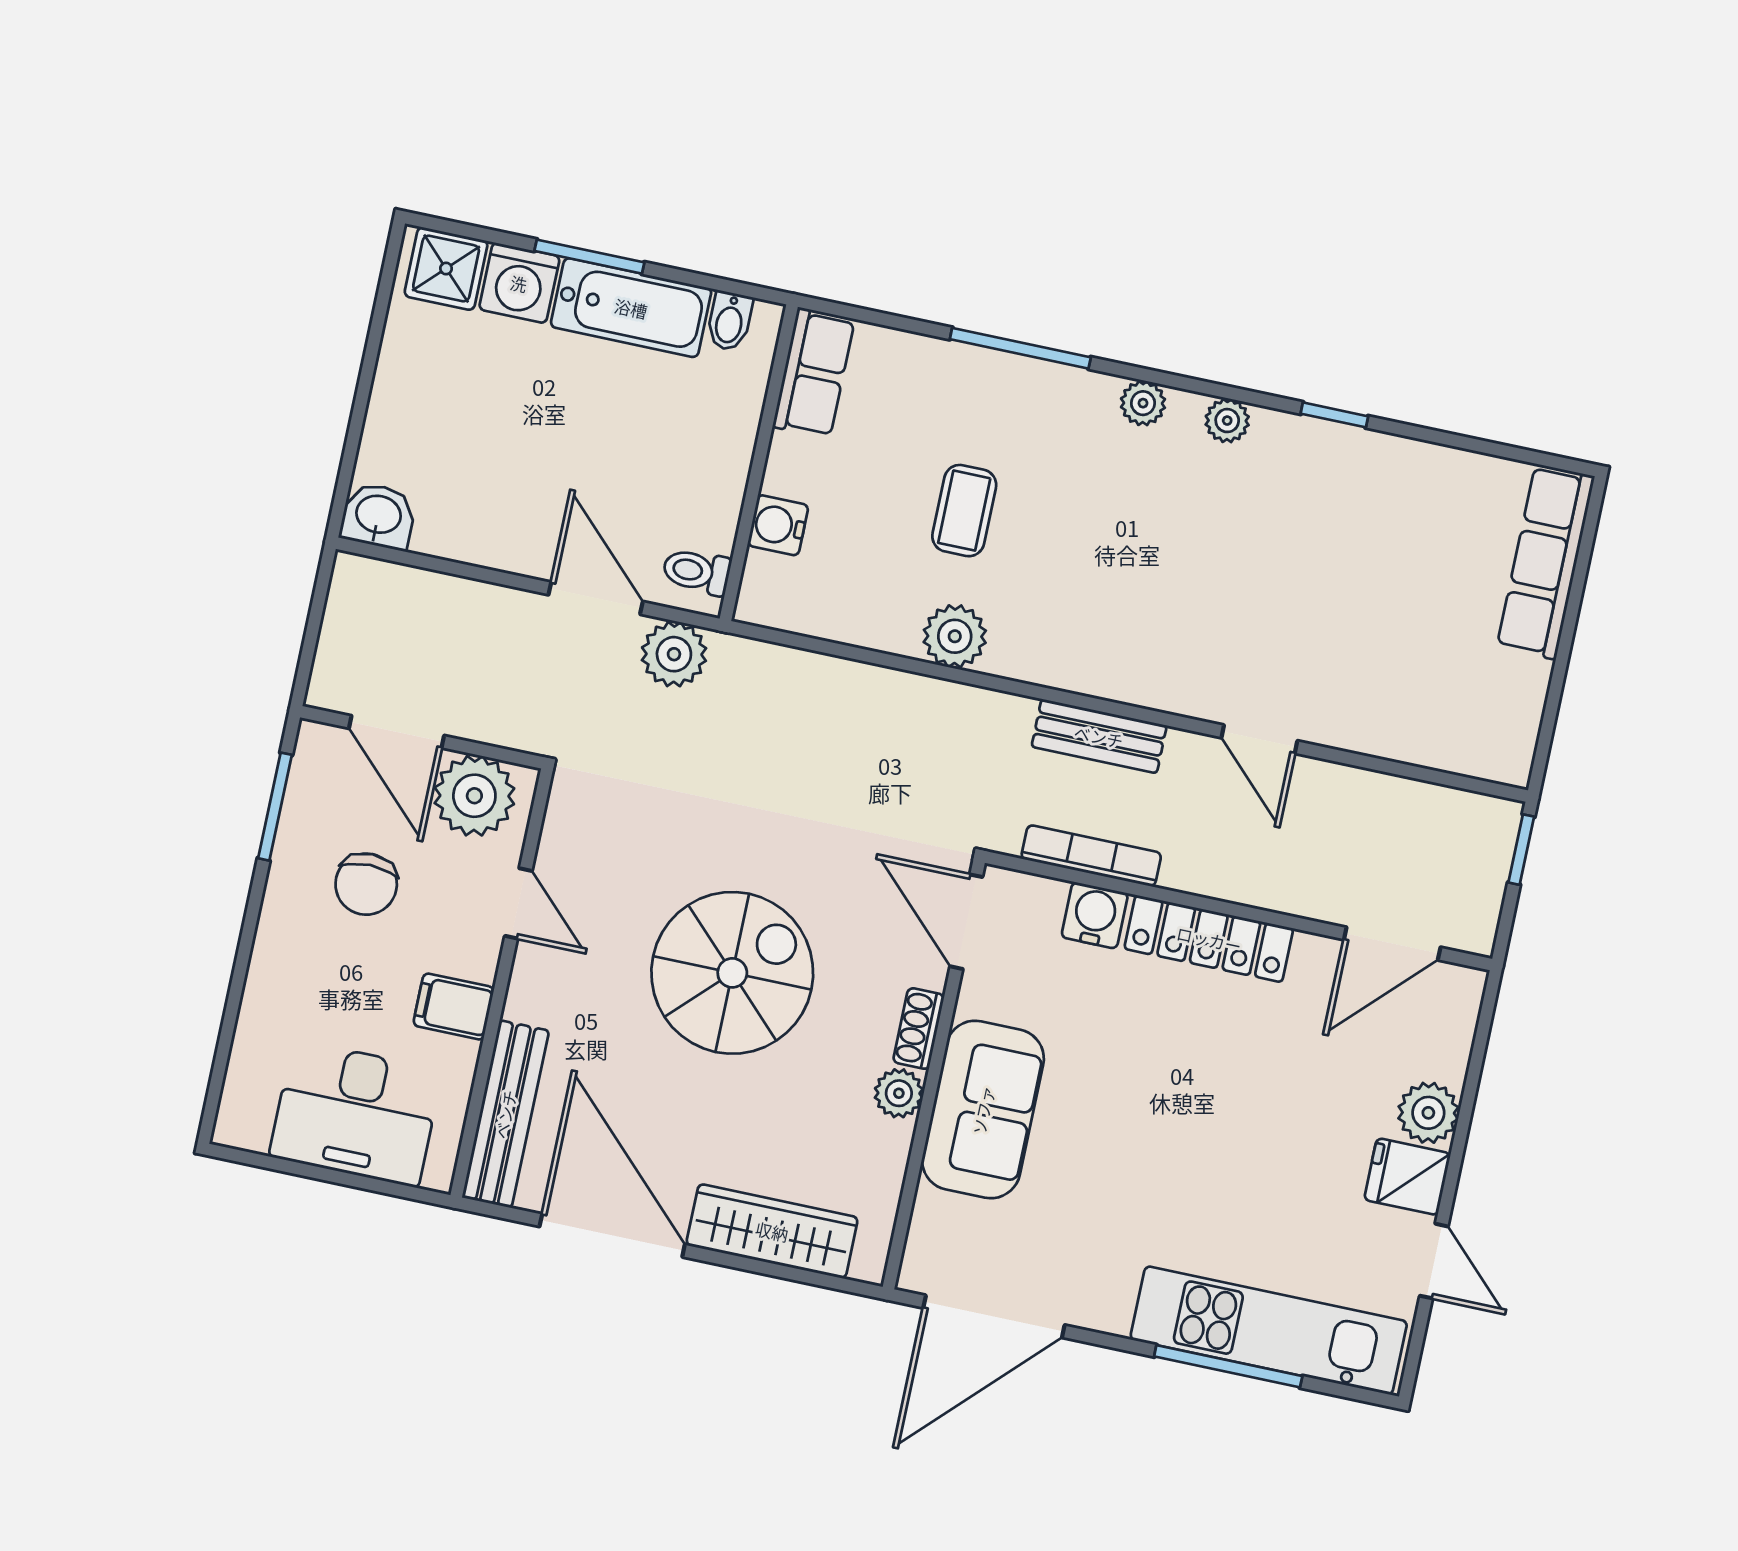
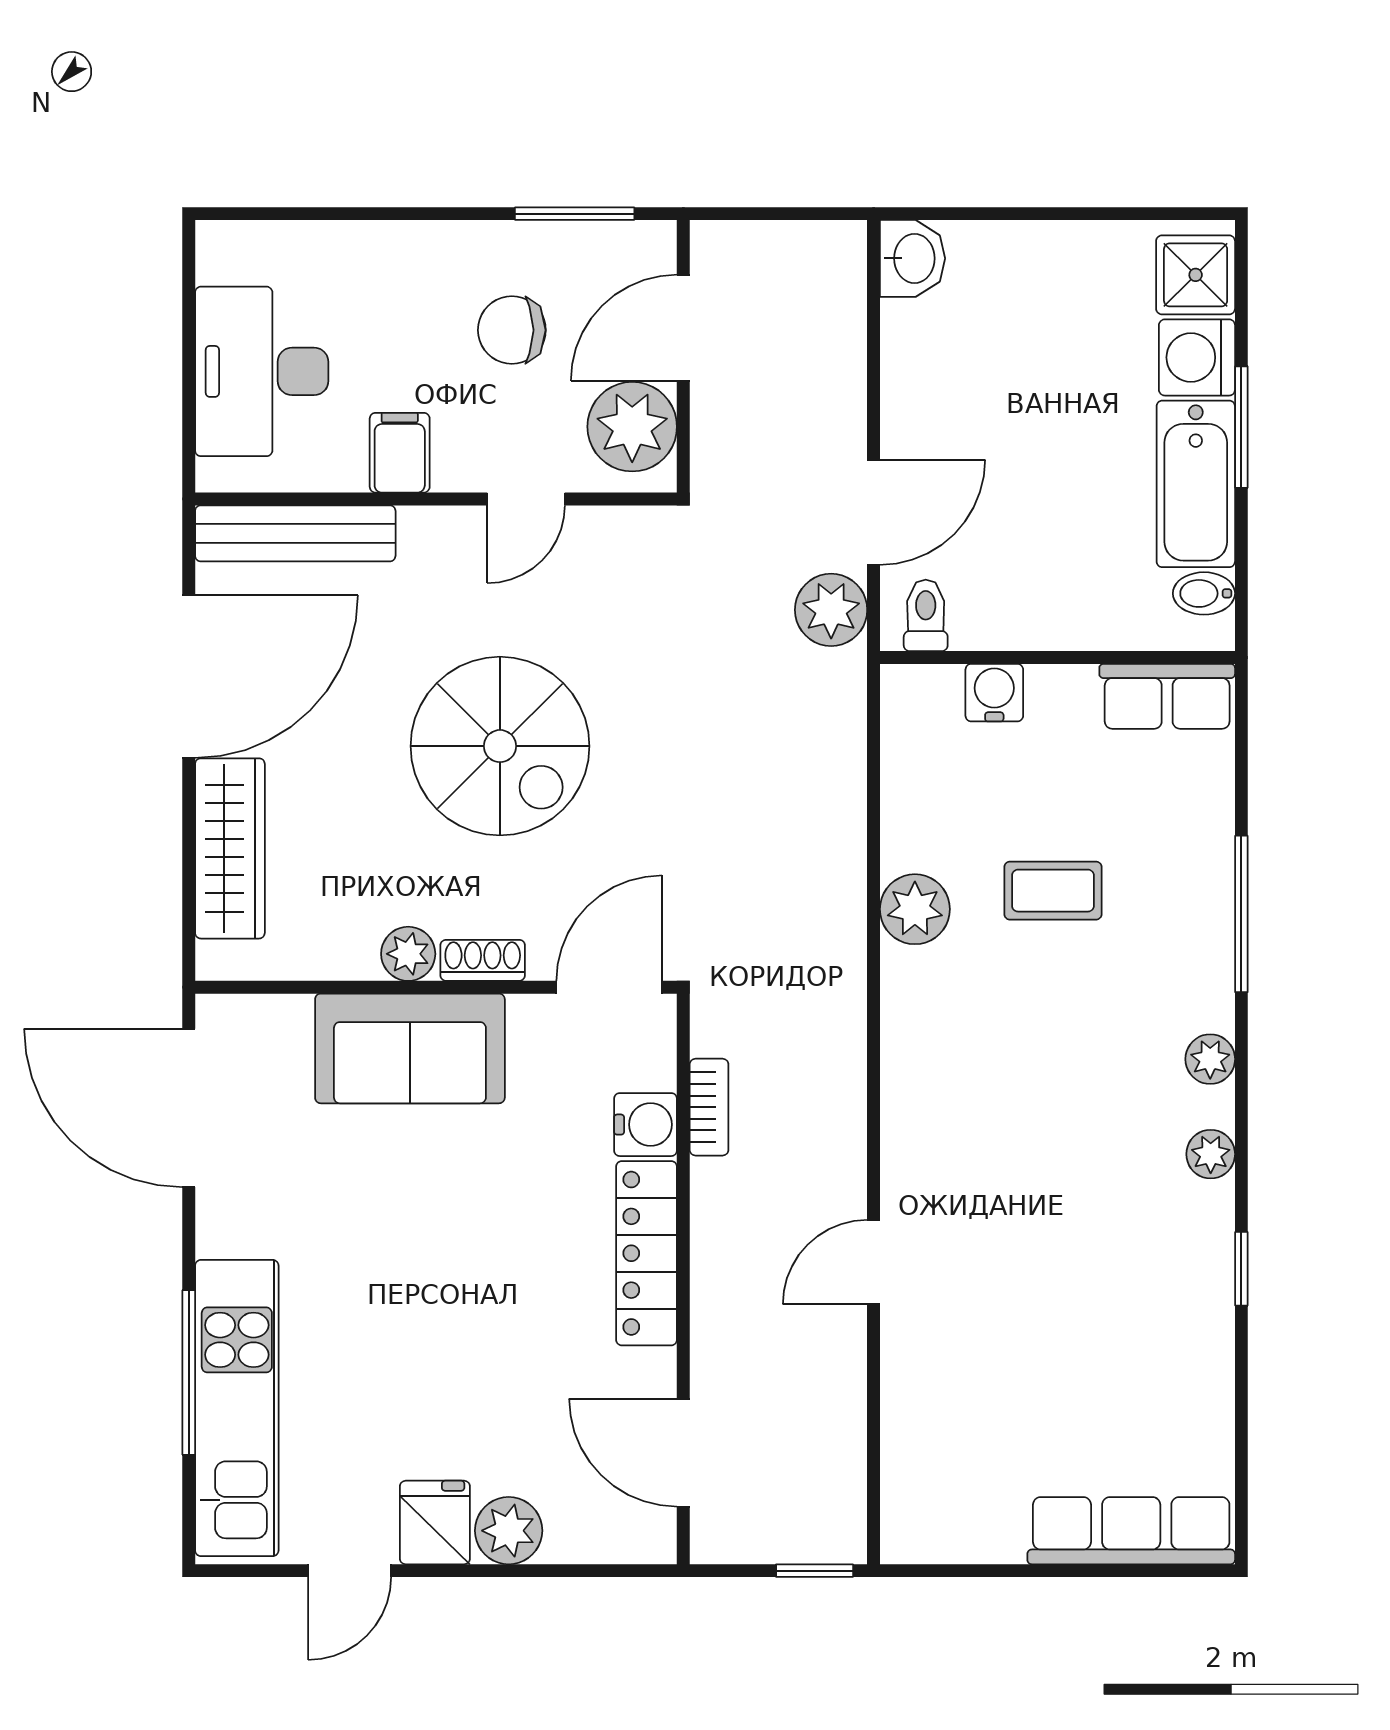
bench: (1099, 736) -> (840, 1088), removed
bookcase: (1091, 856) -> (709, 1107), width x0.64

